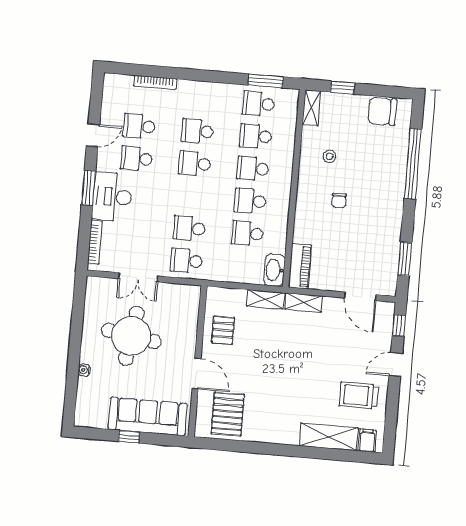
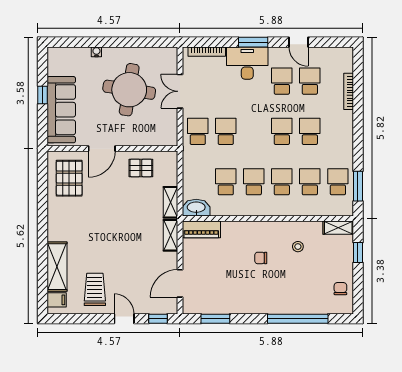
chair: (382, 111) -> (340, 289), width x0.54, depth x0.54
pallet: (228, 414) -> (69, 178), turned 90

